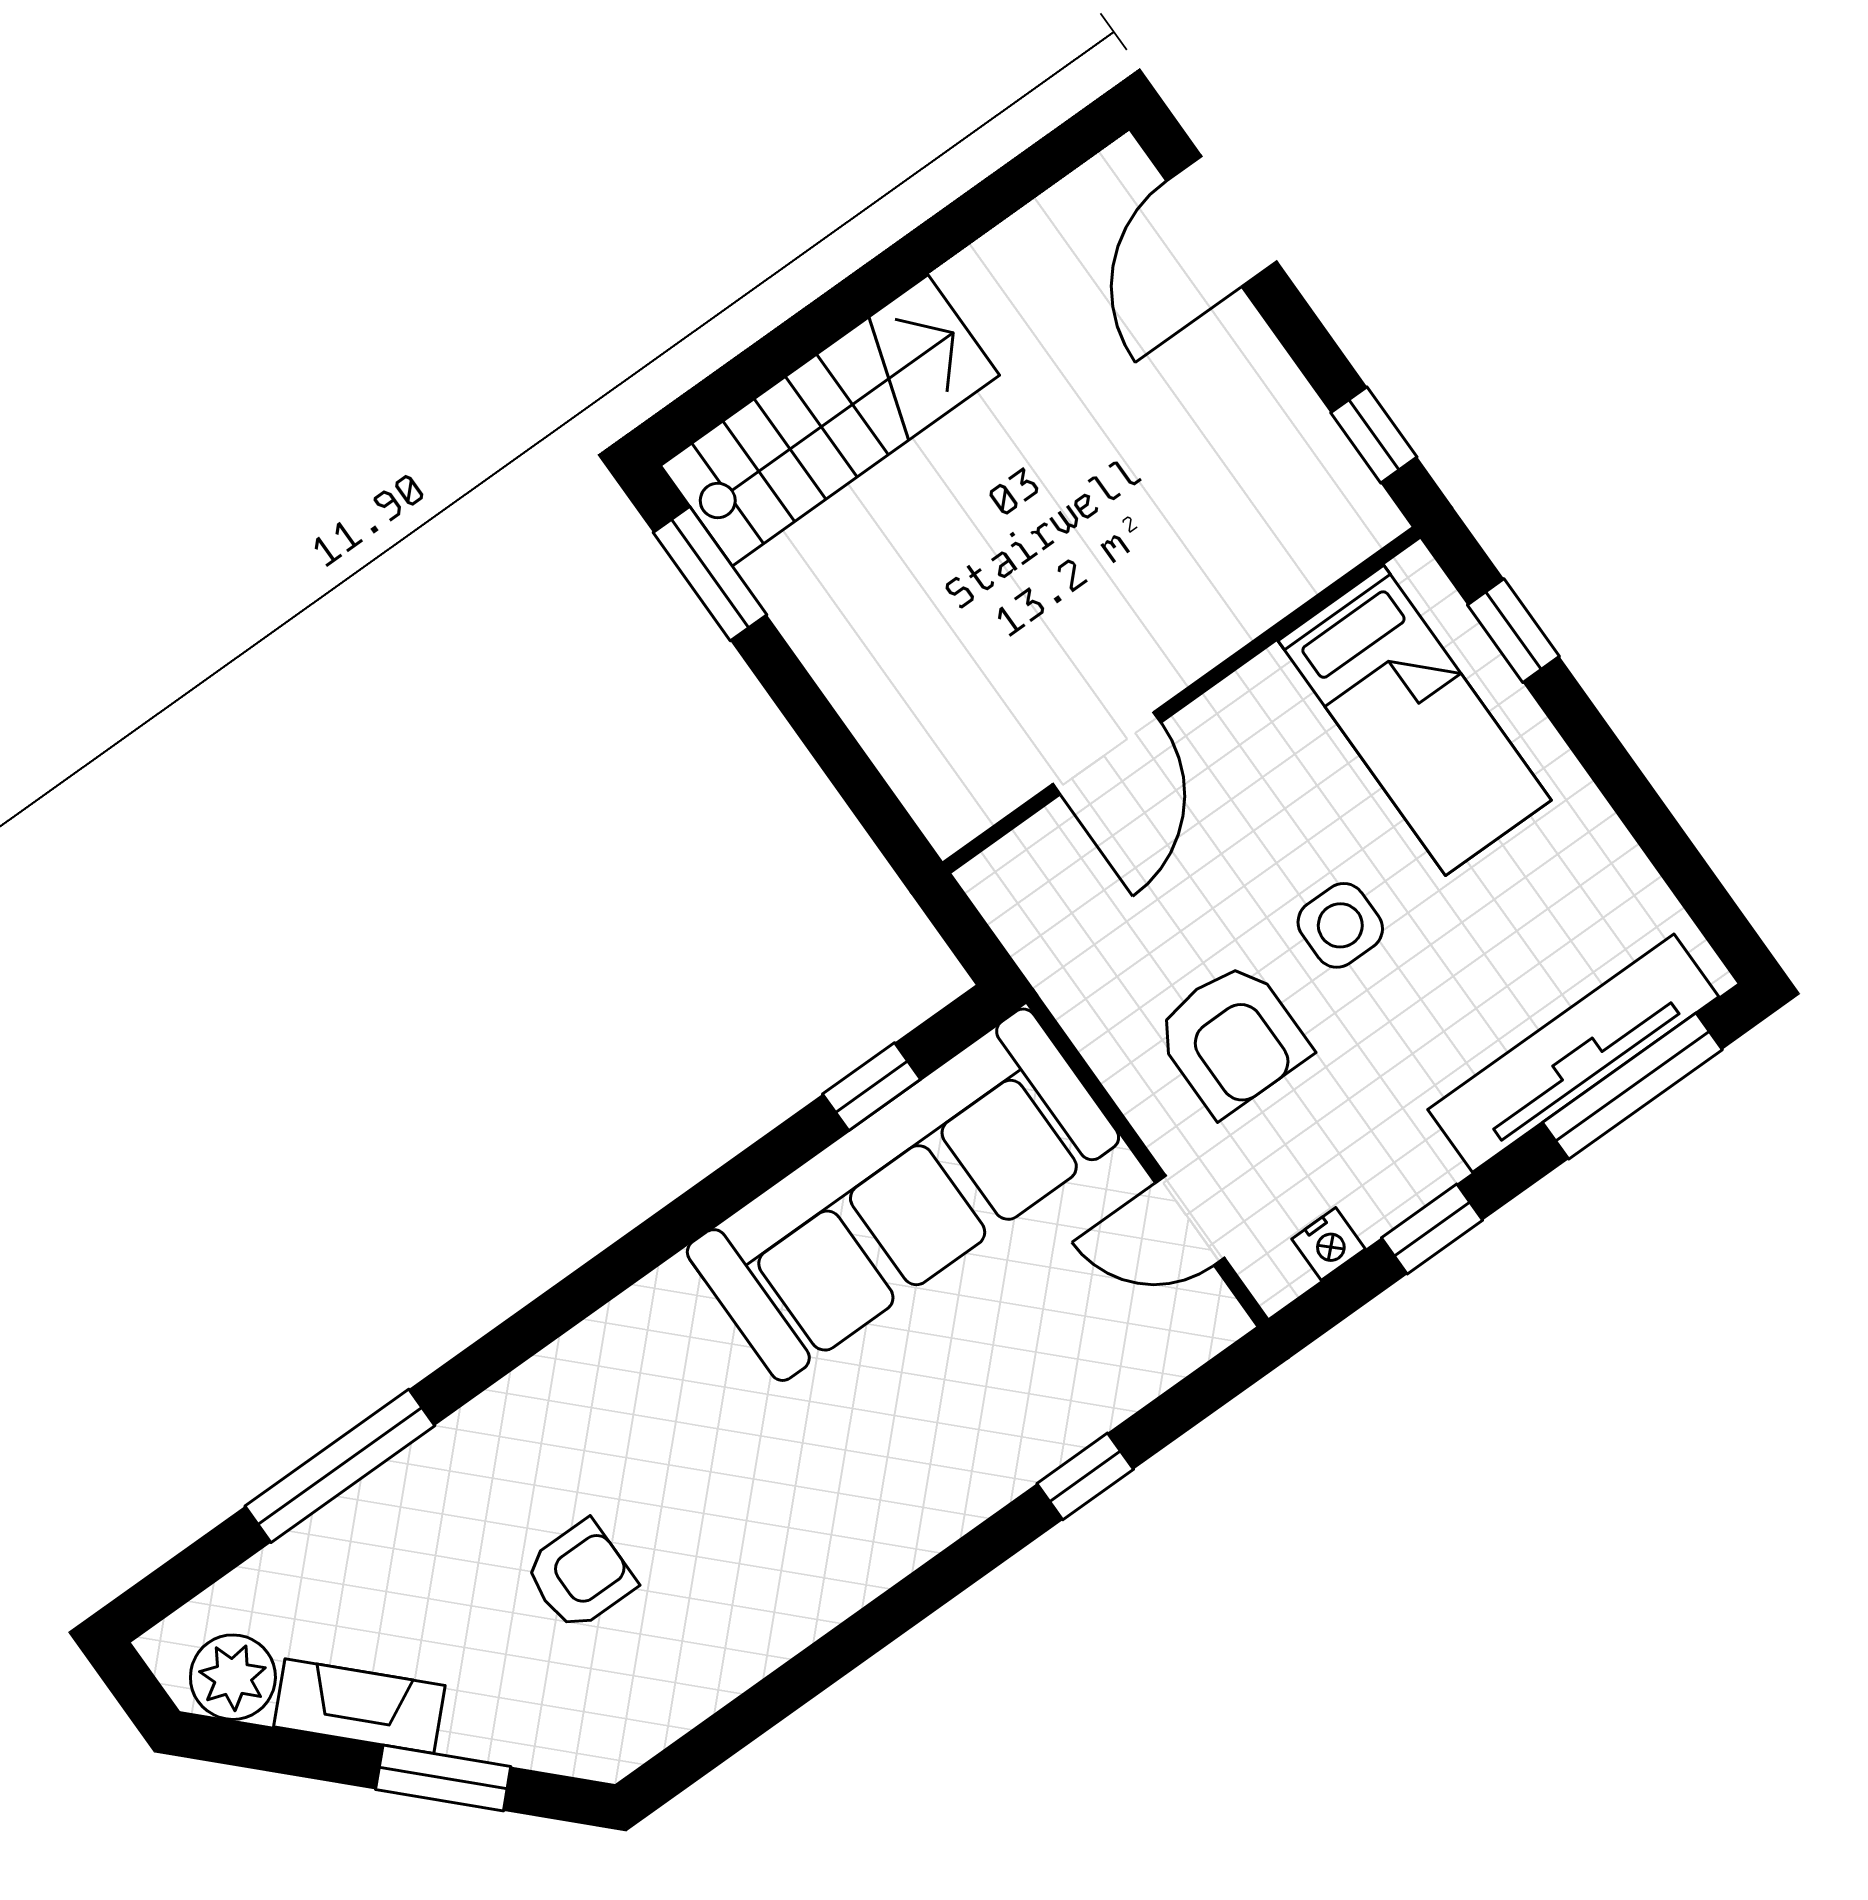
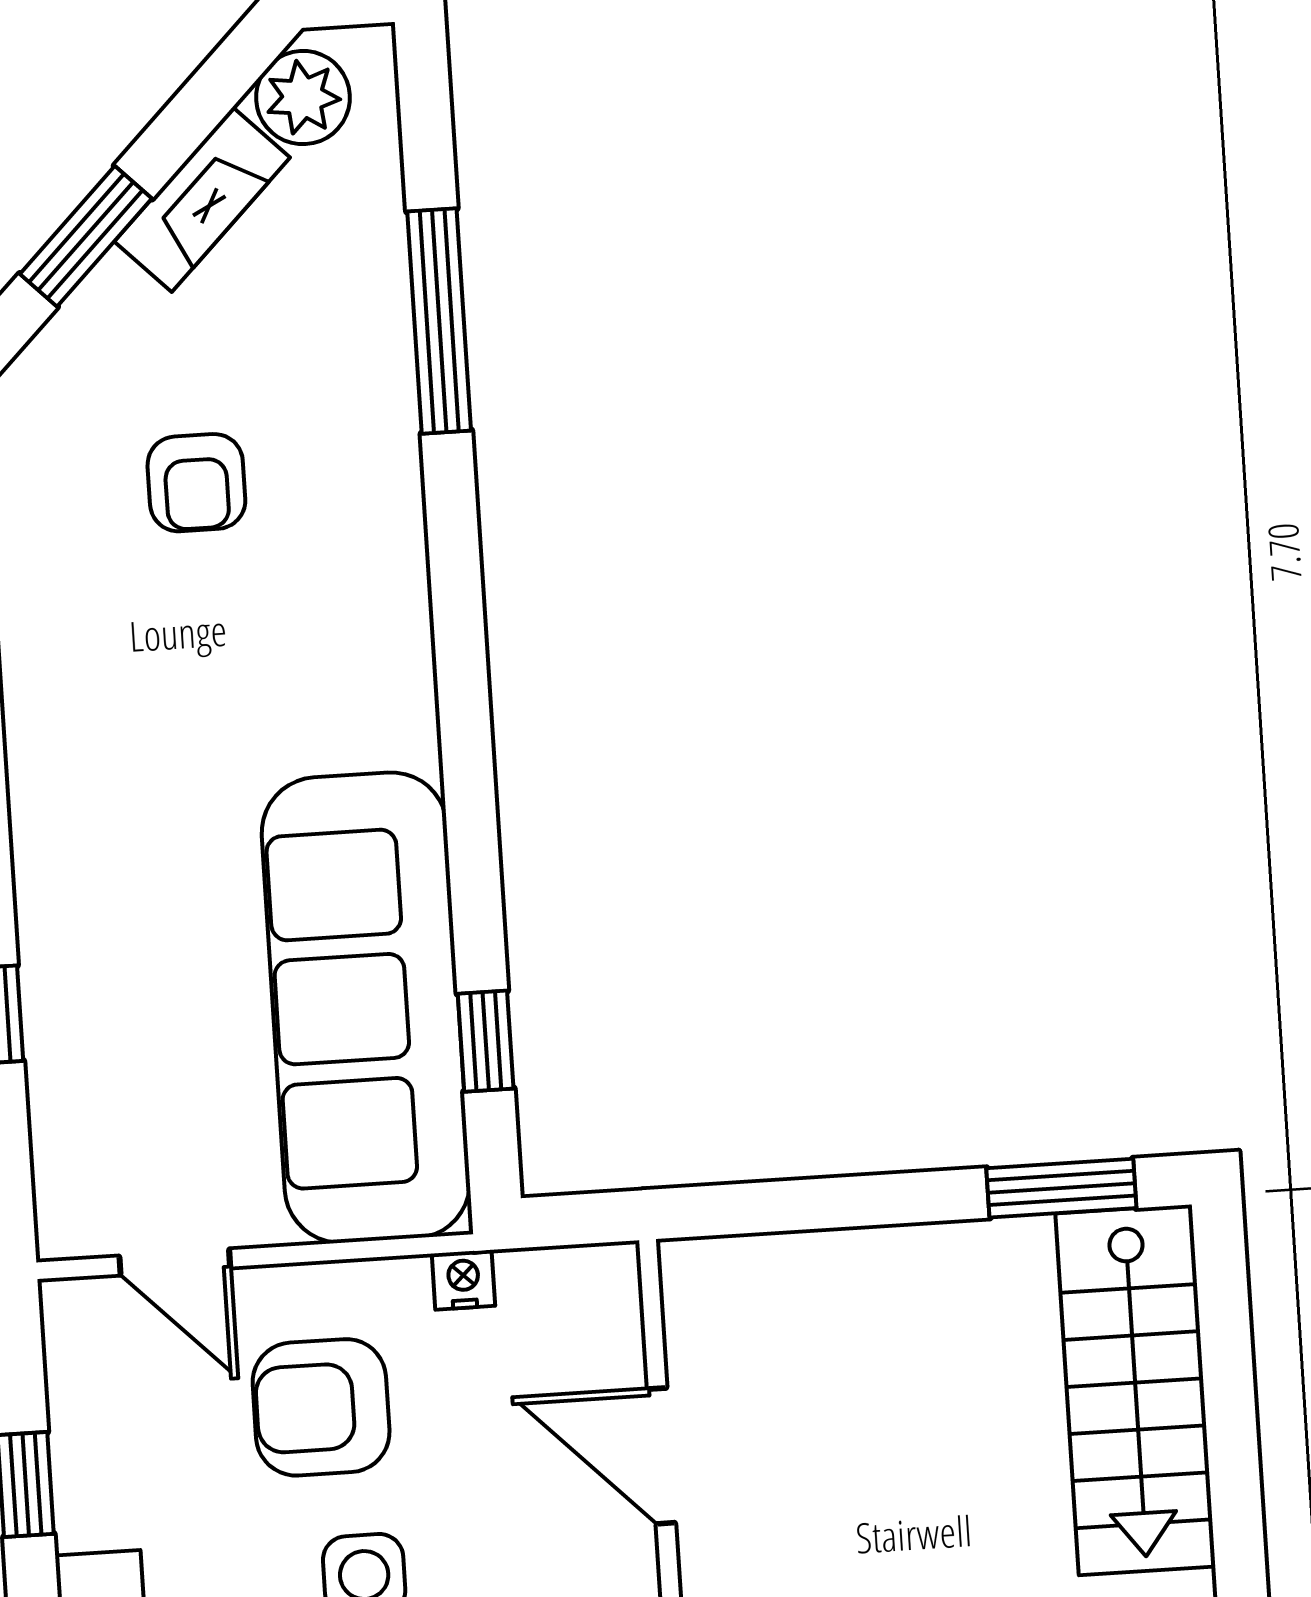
door: (1190, 1220) -> (175, 1262), swing flipped
nightstand: (1329, 1244) -> (463, 1280), moved, turned 90

